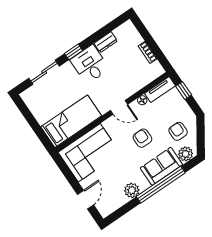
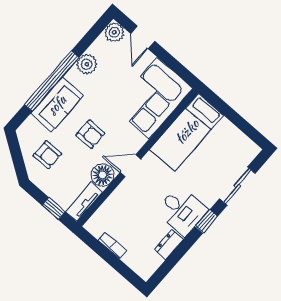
floor lamp: (142, 100) -> (103, 175), width x1.89, depth x1.89
plant: (186, 154) -> (114, 32), moved

